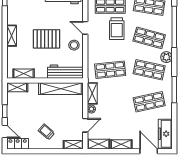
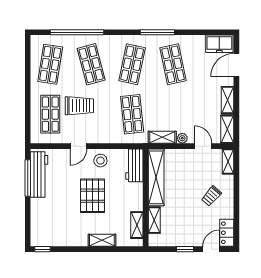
shelving: (12, 36) -> (102, 240), moved
shop shelf: (149, 38) -> (91, 64), turned -30
plant: (166, 57) -> (116, 42), removed
workbench: (65, 72) -> (134, 165), width x0.73
shelving: (17, 87) -> (154, 220), moved
freezer: (165, 134) -> (219, 44), width x0.71

